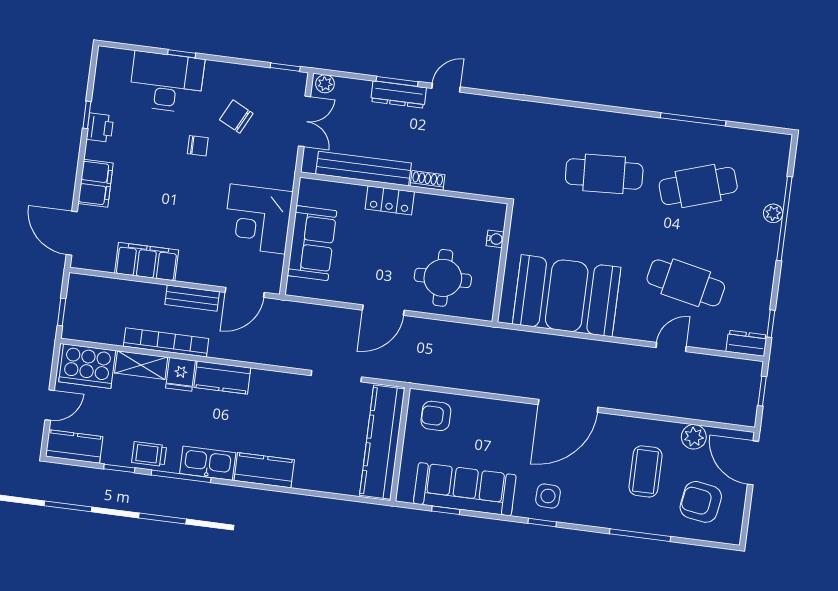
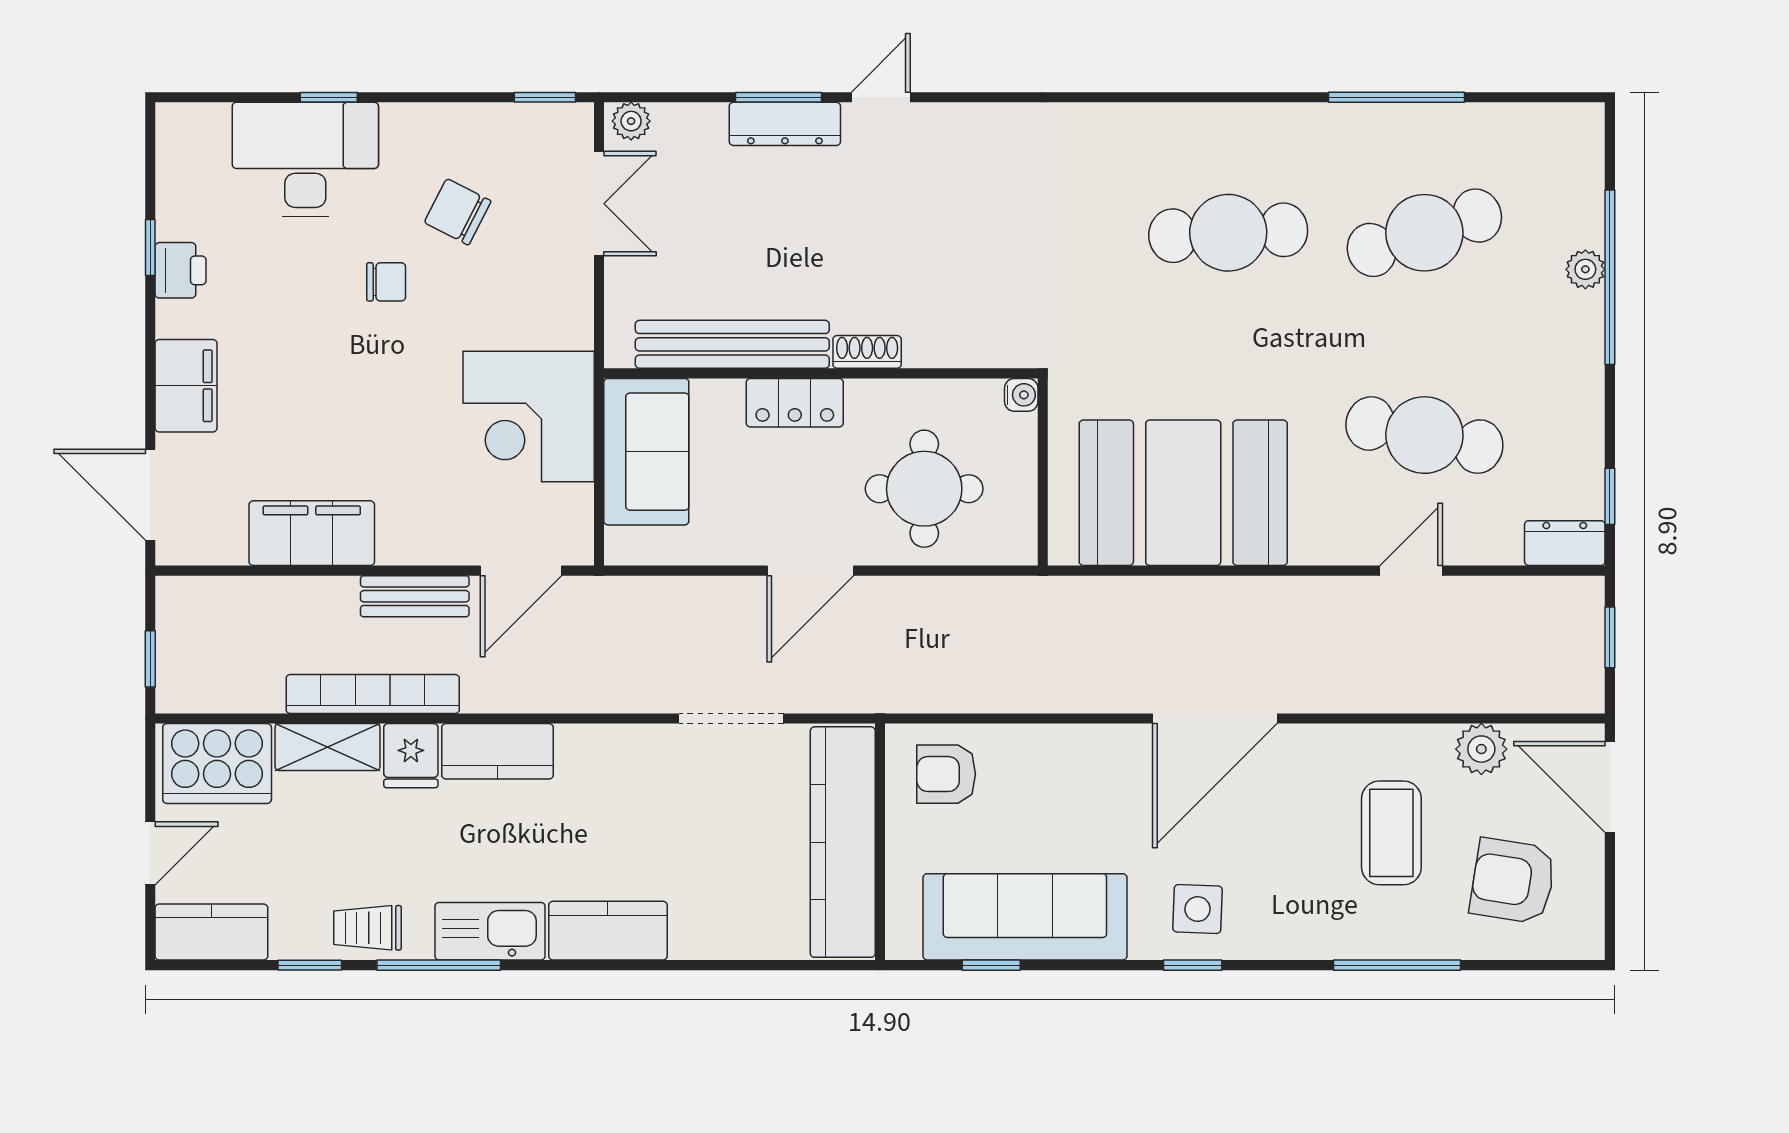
bench: (363, 169) -> (732, 344), moved
shoe rack: (428, 180) -> (867, 352), moved
wall: (404, 188) -> (821, 373), moved
locker: (390, 200) -> (795, 403), moved

